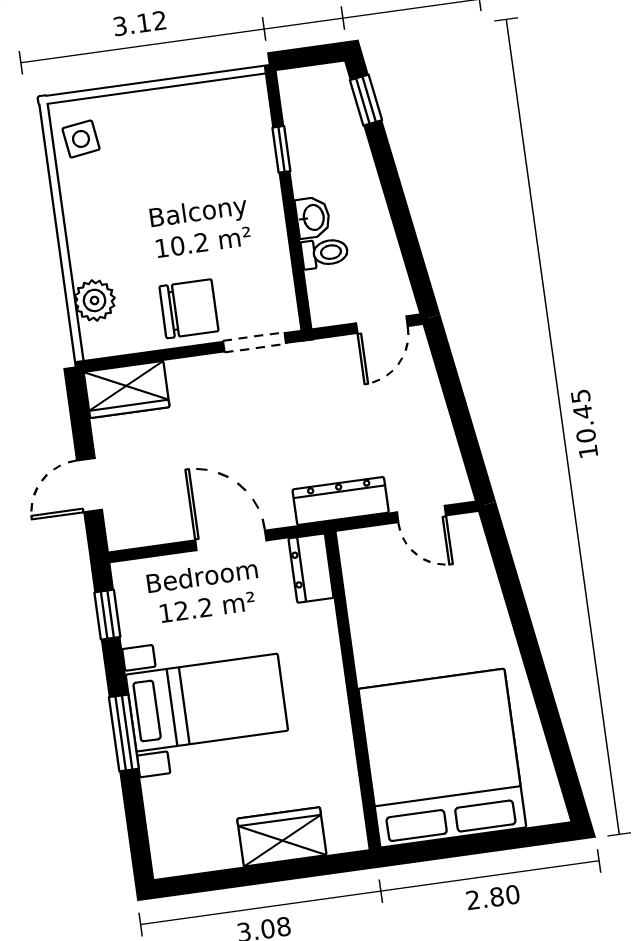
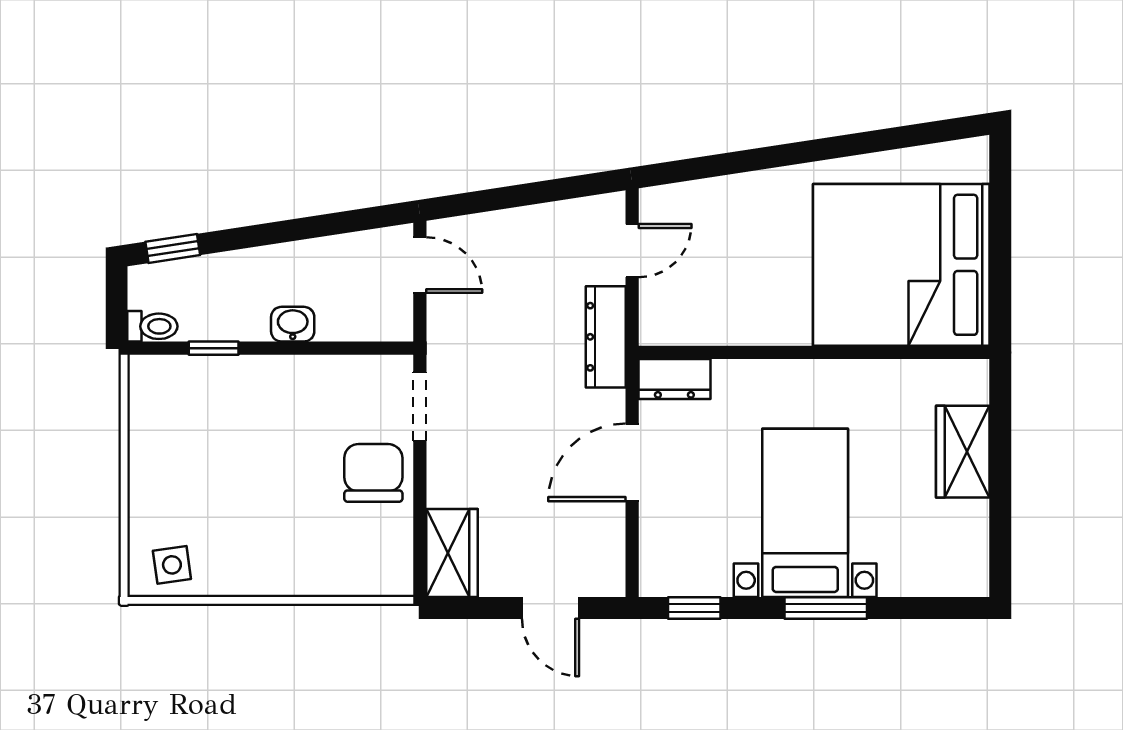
toilet: (325, 253) -> (152, 326), moved, turned 90
plant: (95, 300) -> (350, 575), removed

